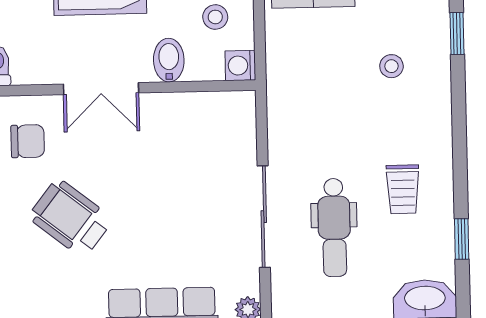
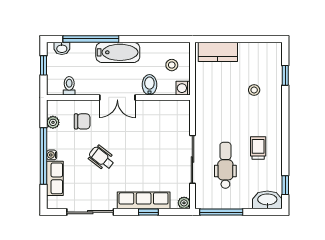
trolley: (403, 189) -> (258, 148), turned 180
wheelchair: (71, 218) -> (102, 158), width x0.73, depth x0.73
dental chair: (334, 227) -> (225, 165), turned 180
window: (462, 239) -> (285, 185), moved

